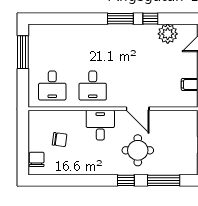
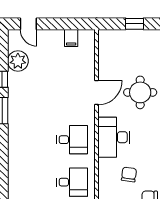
desk: (100, 125) -> (114, 137), width x1.37

